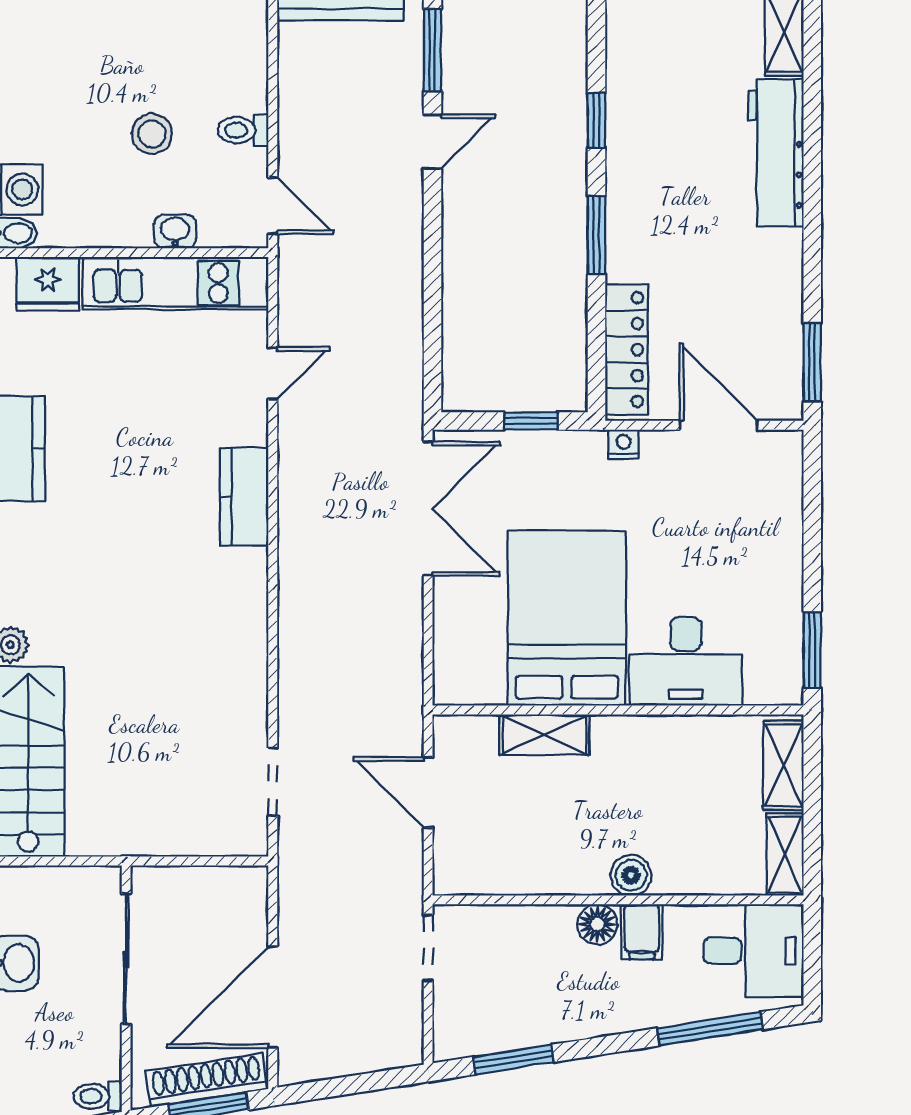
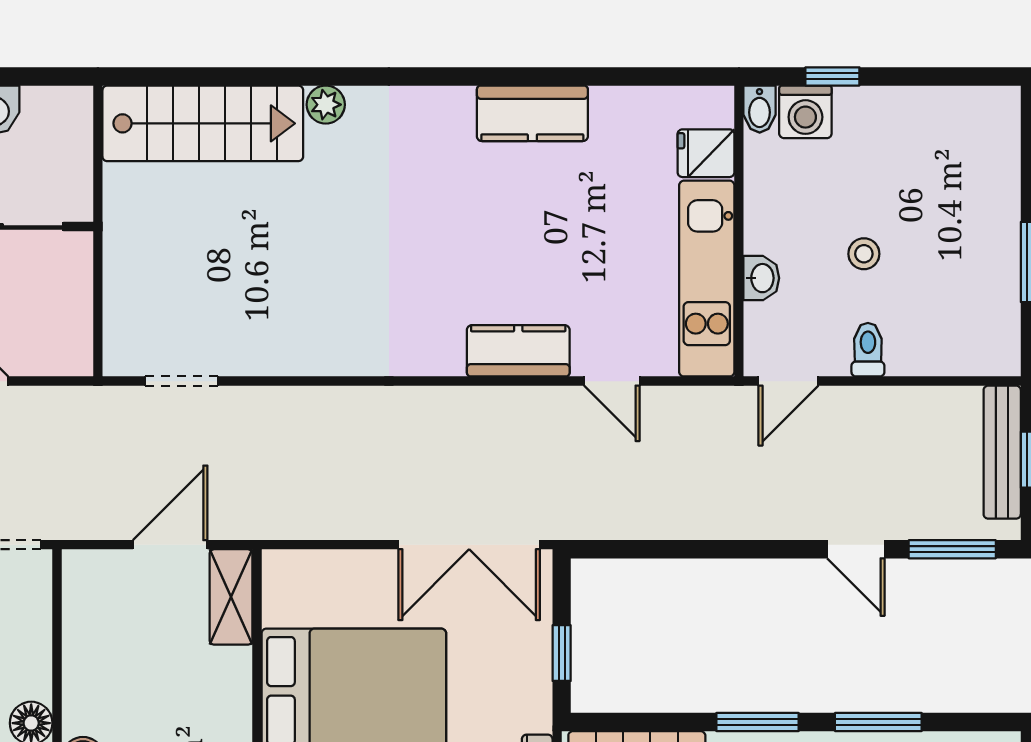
window: (596, 120) -> (878, 722), width x1.50
stool: (152, 134) -> (864, 254), width x0.73, depth x0.73
fridge: (48, 284) -> (706, 153), width x0.72
kitchen counter: (244, 497) -> (518, 351), moved
shelving: (544, 735) -> (231, 597), moved

